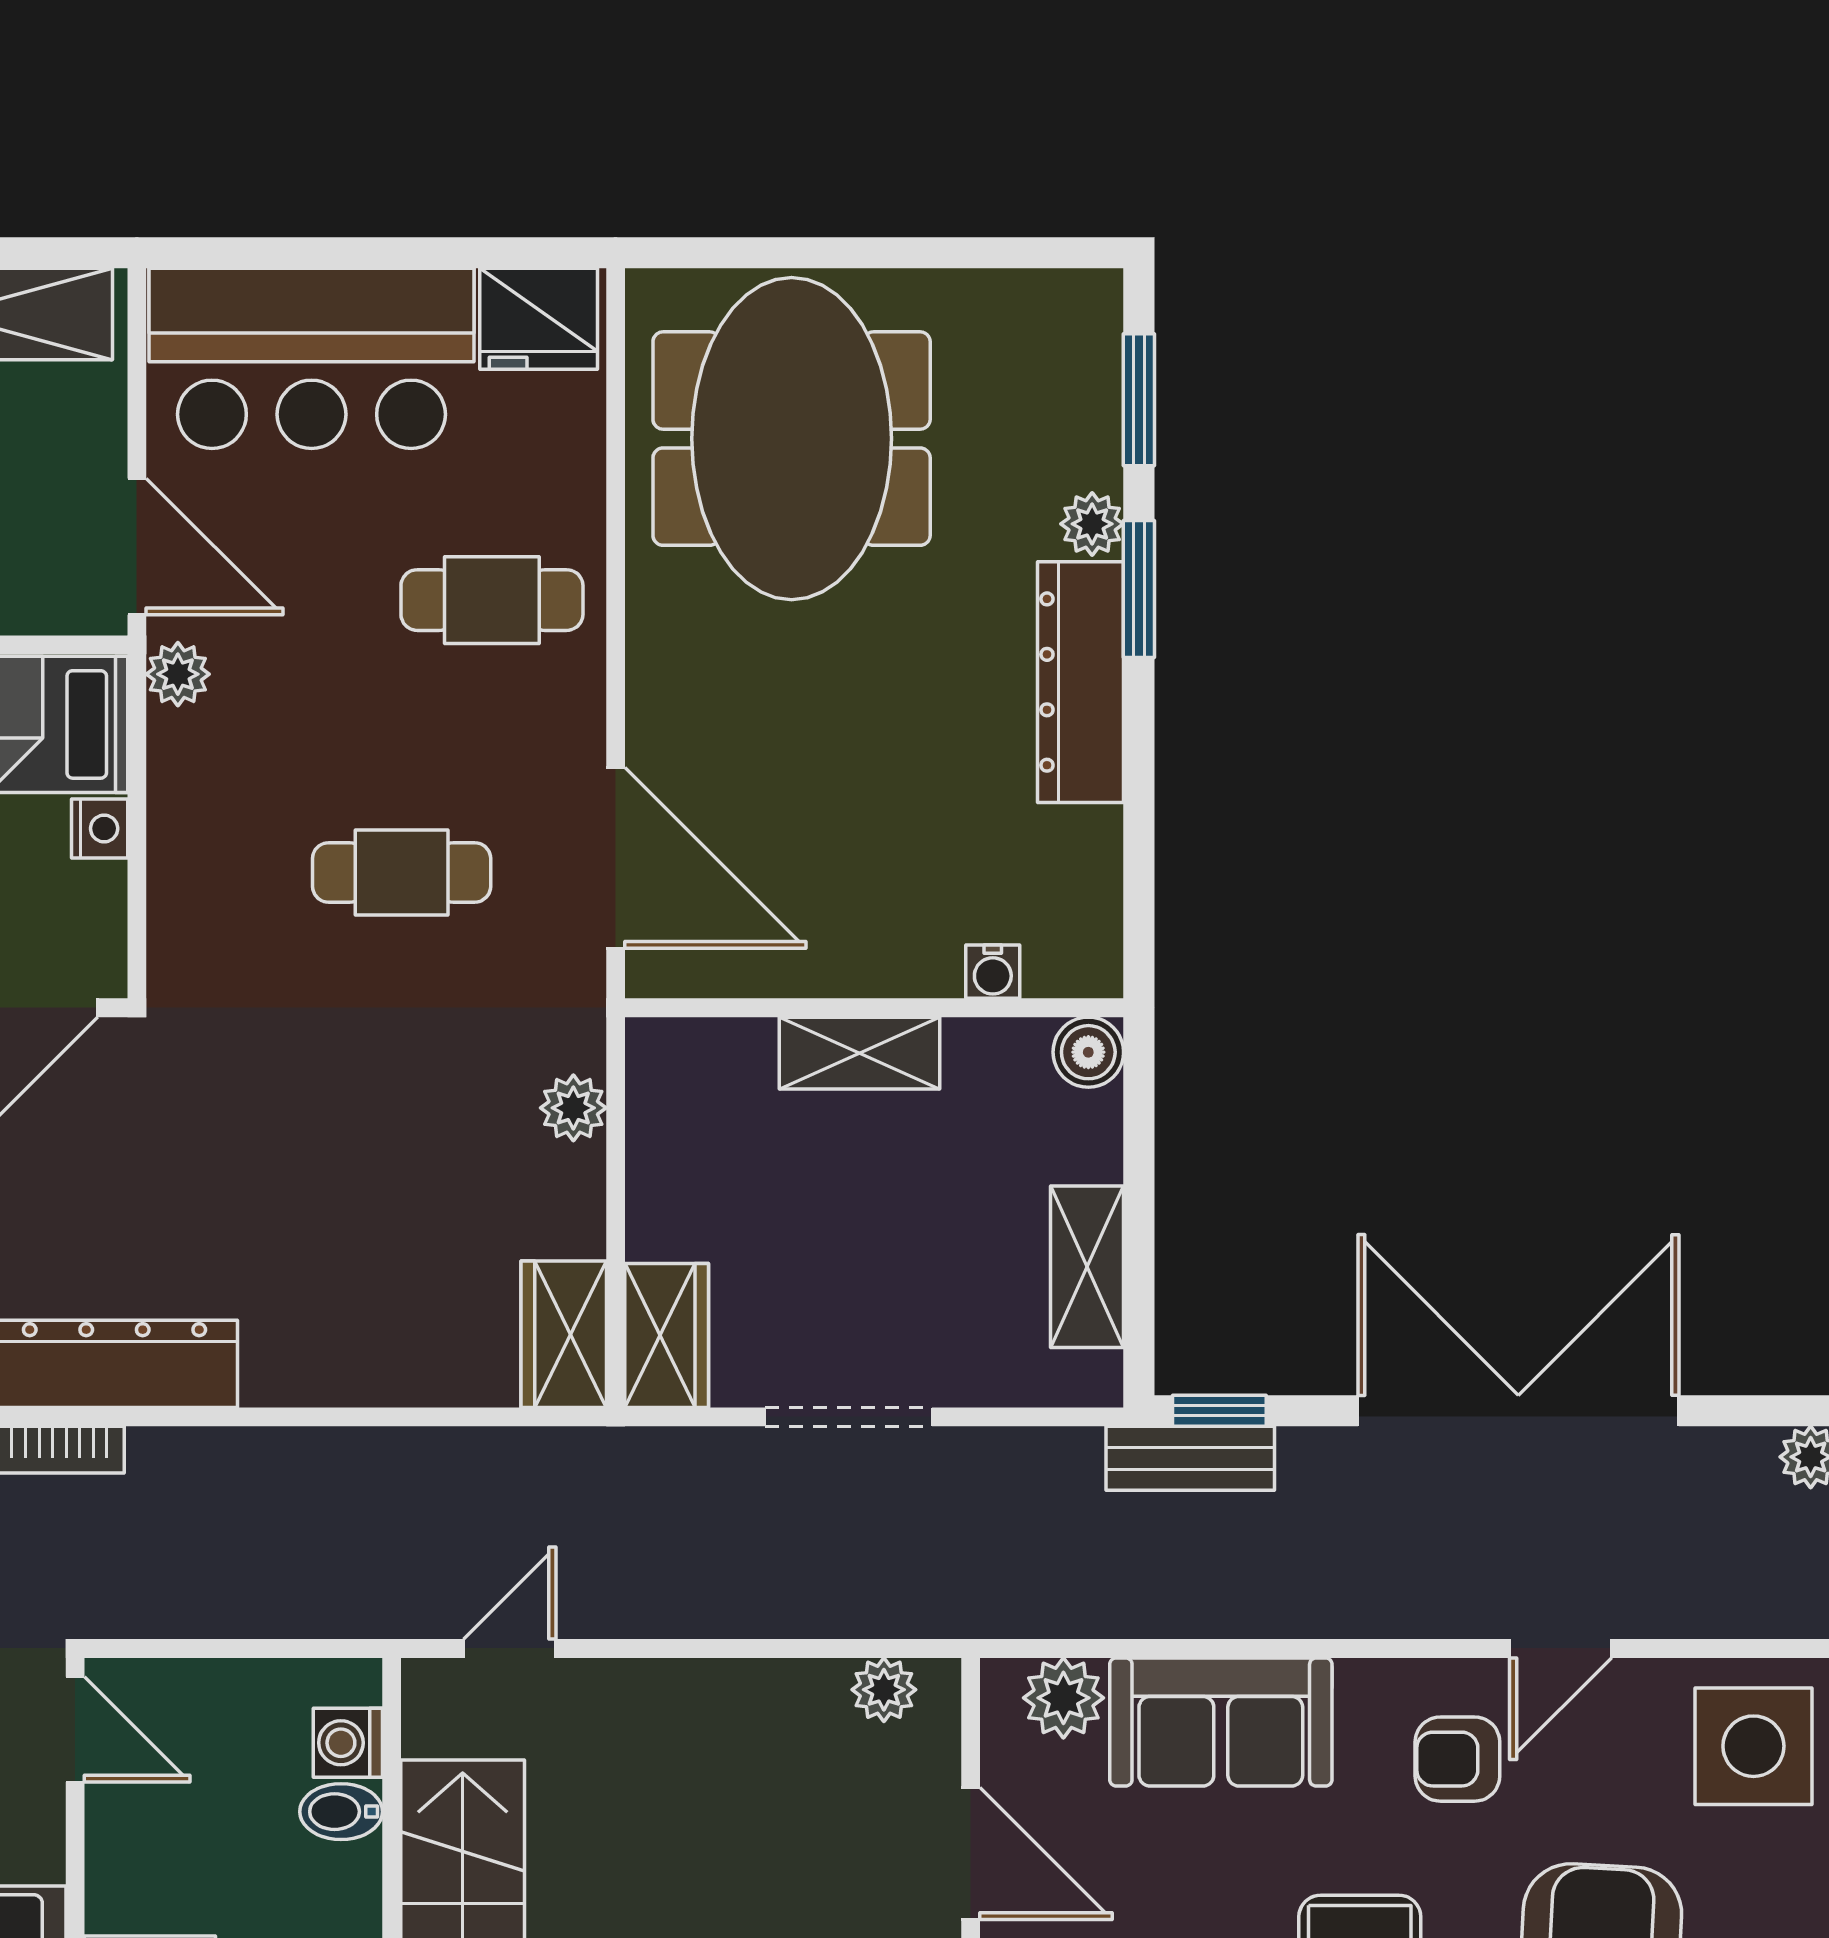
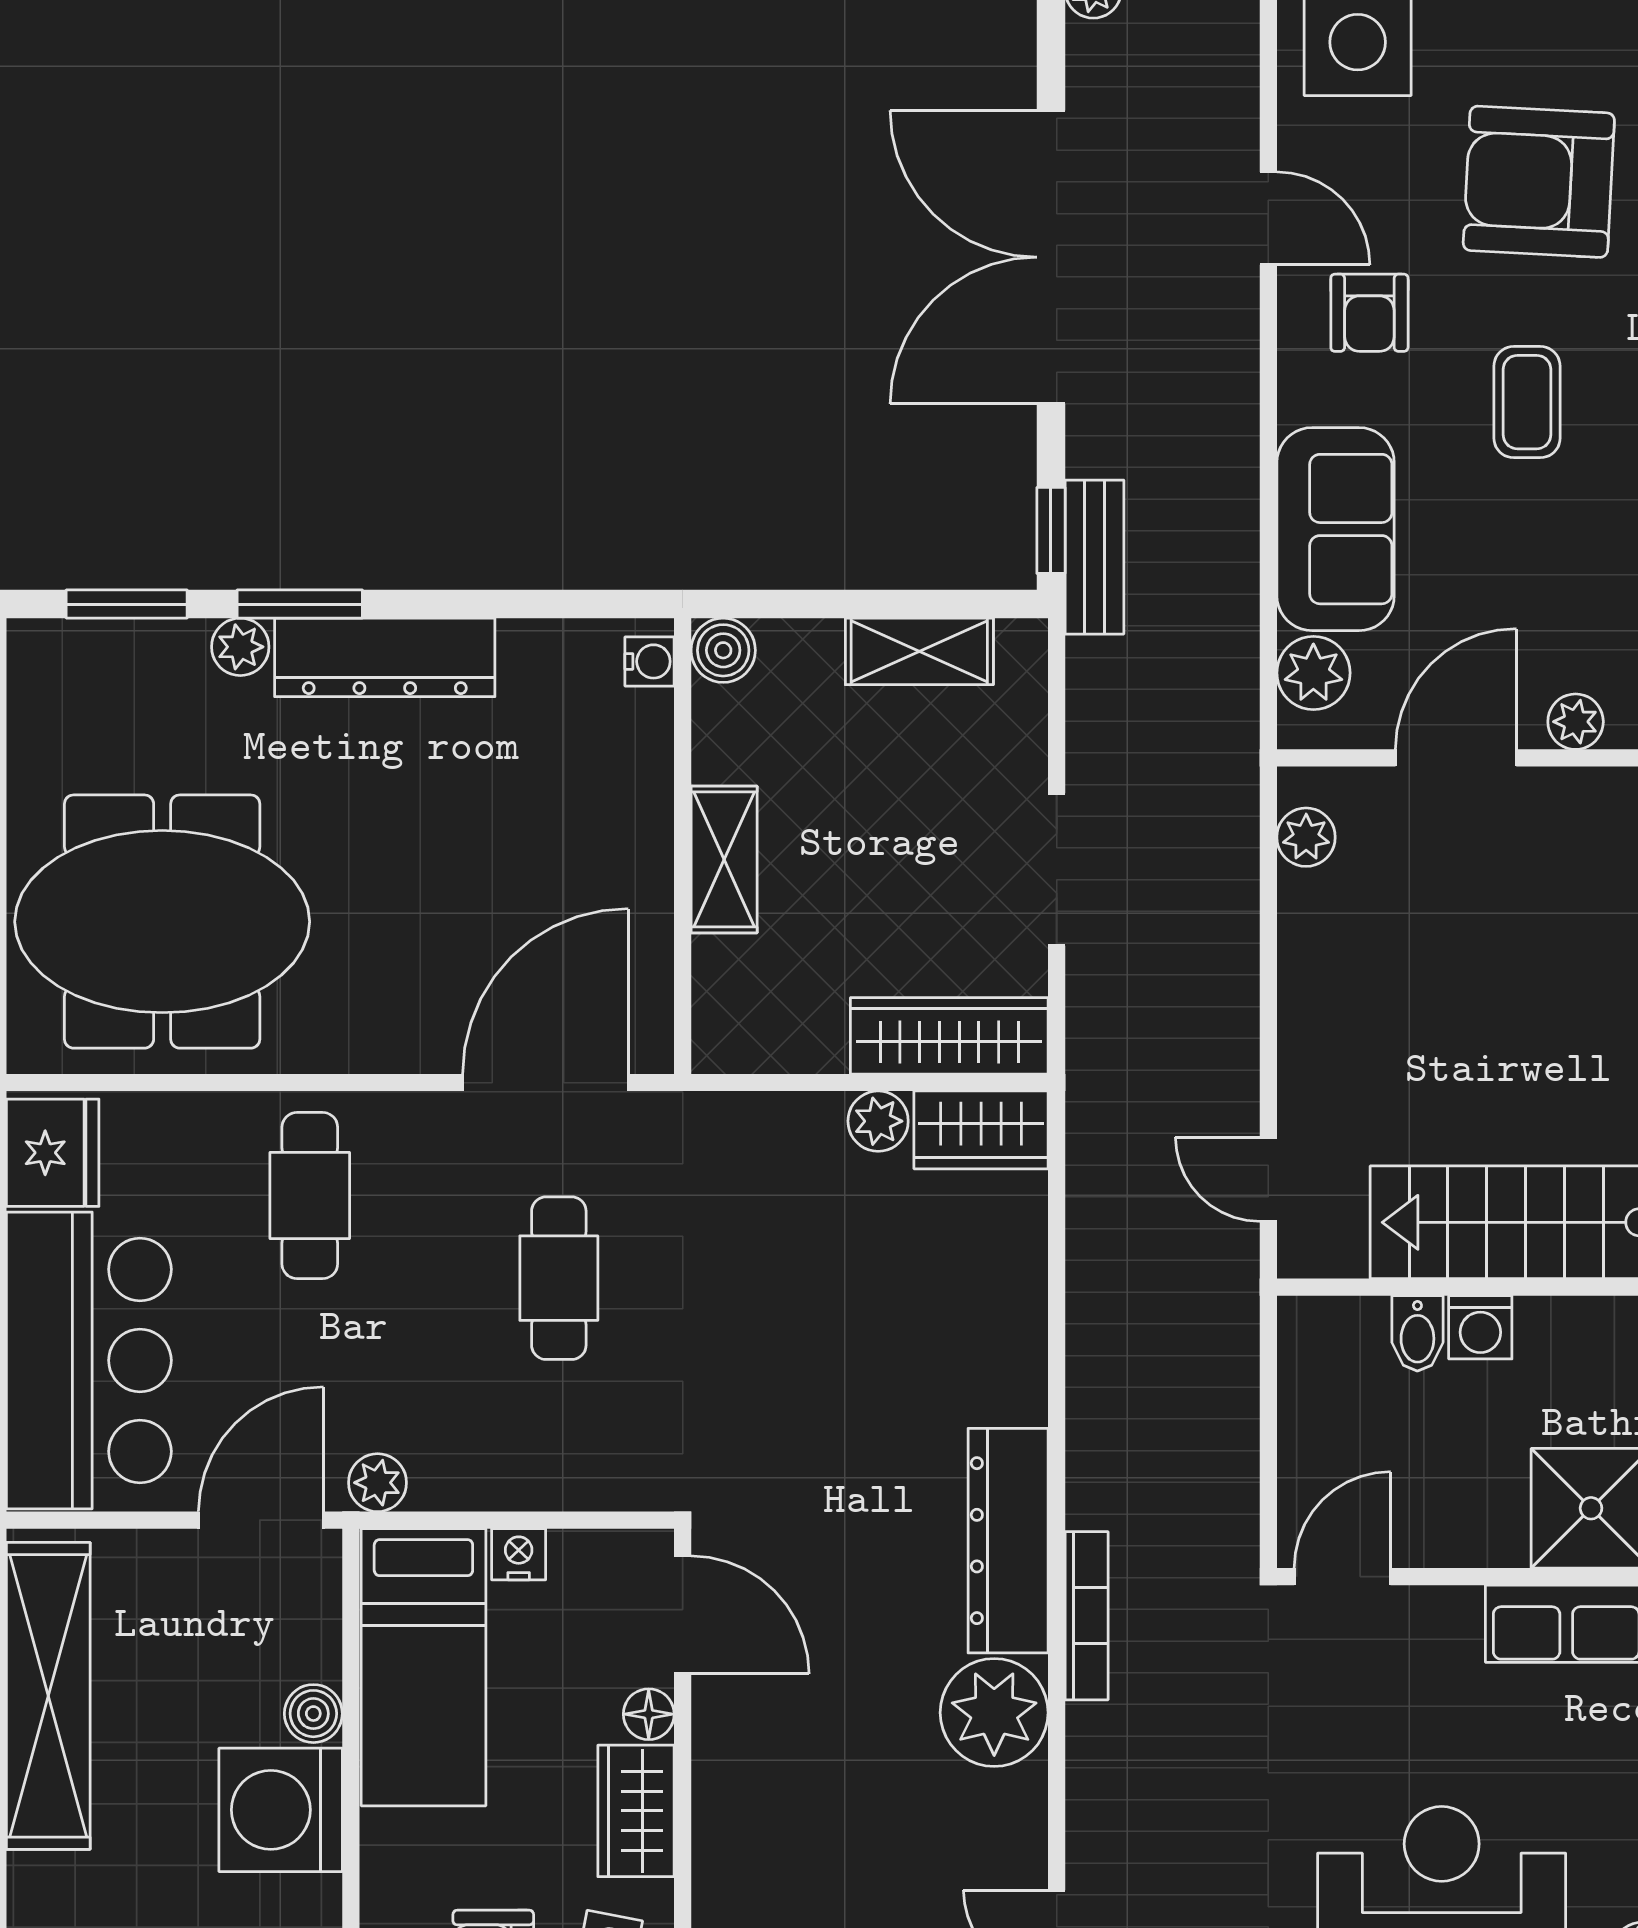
water cooler: (993, 972) -> (650, 661), moved
plant: (573, 1108) -> (878, 1121), moved
wardrobe: (667, 1336) -> (949, 1036), width x1.50
washing machine: (348, 1743) -> (1480, 1327), moved

